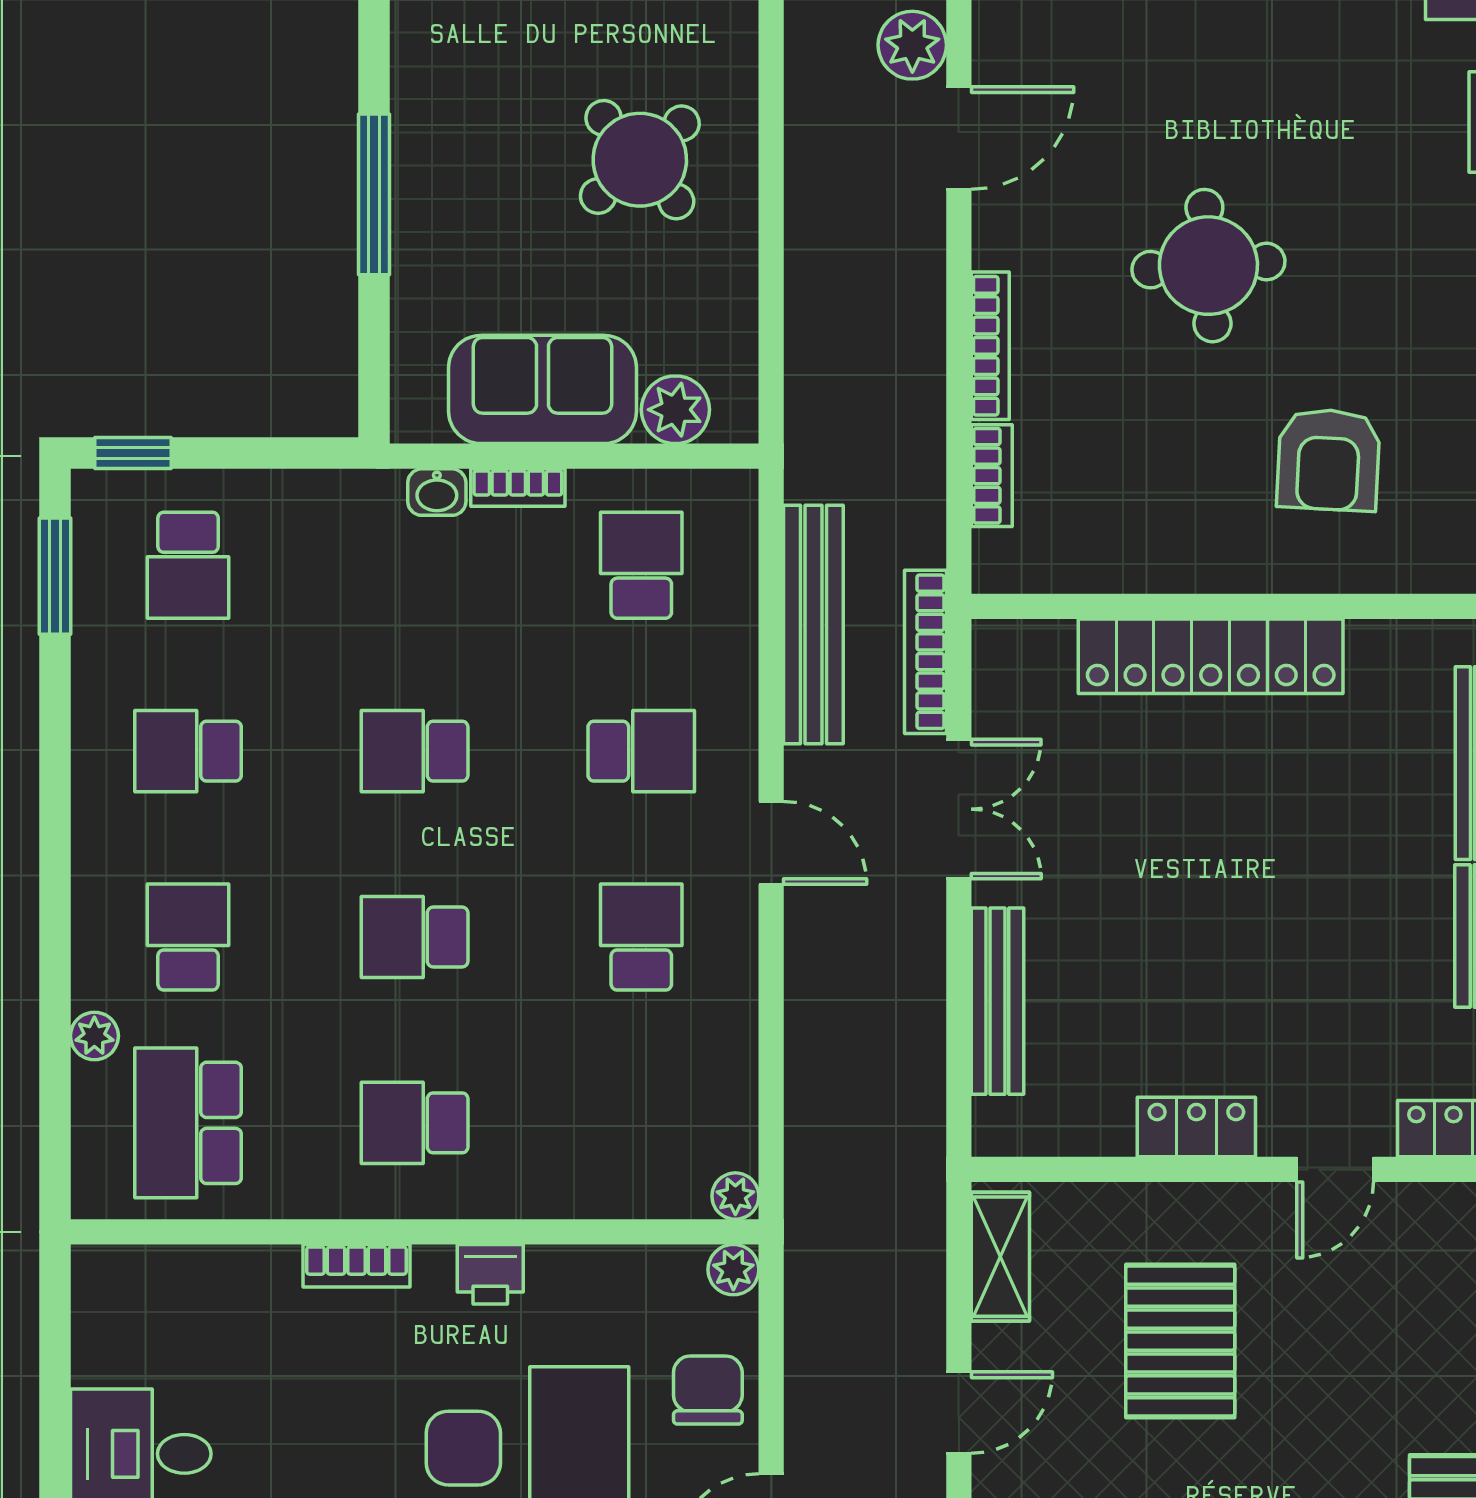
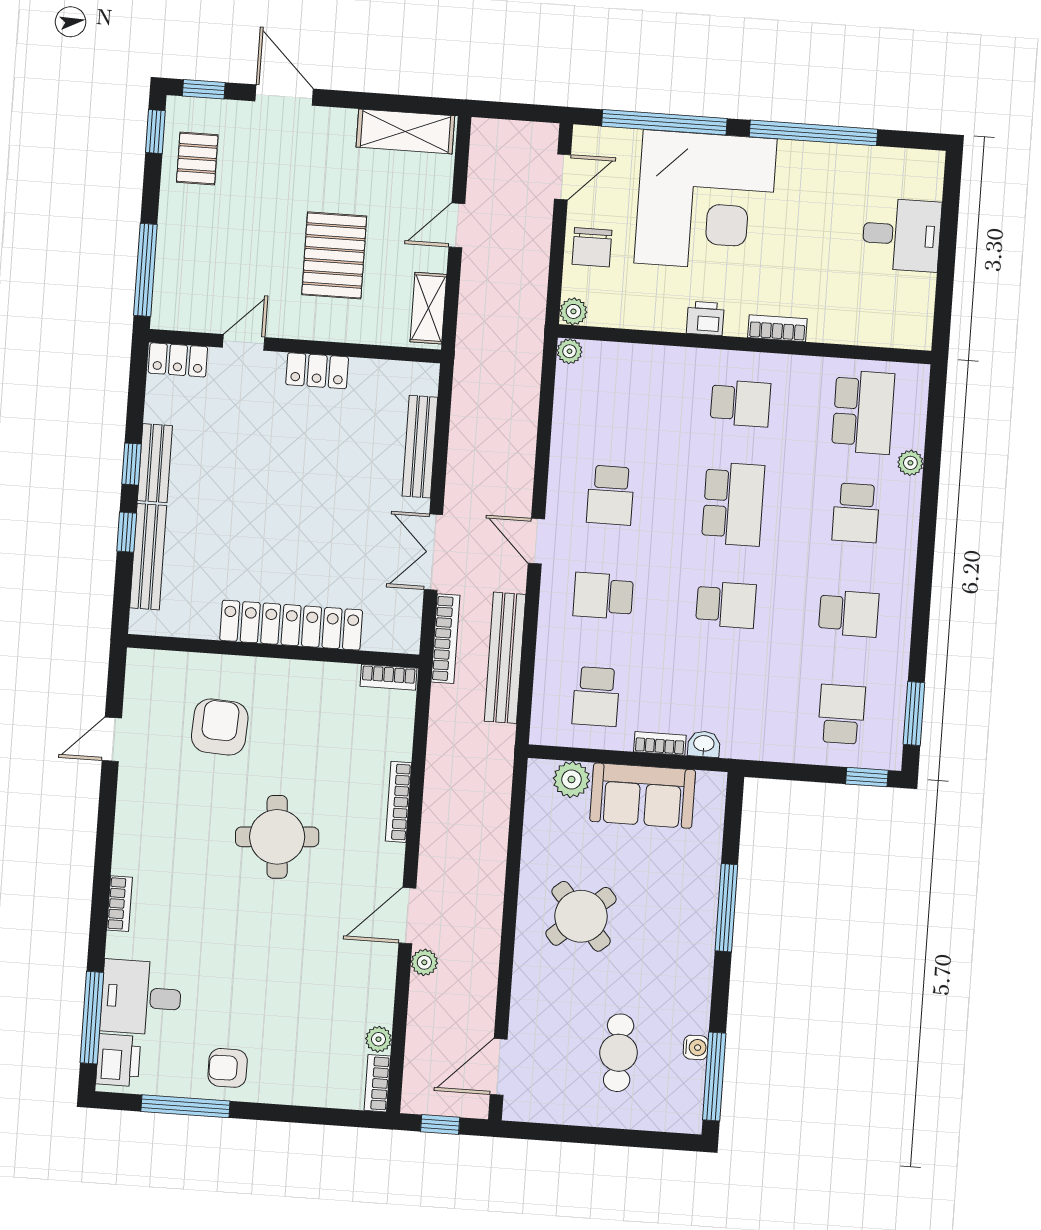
plant: (912, 45) -> (424, 962), width x0.73, depth x0.73
bookcase: (992, 476) -> (388, 677), moved, turned -90
school desk: (415, 937) -> (733, 504), width x1.85

